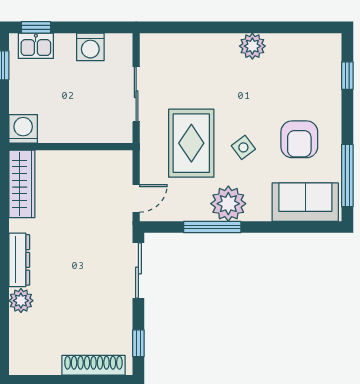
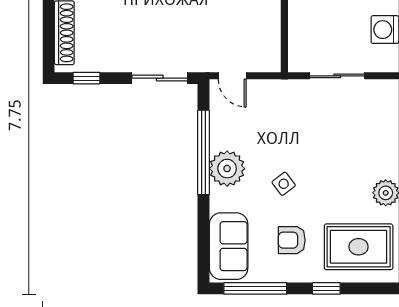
window: (347, 76) -> (326, 288), moved
armchair: (299, 139) -> (292, 240), width x0.72, depth x0.72
rug: (191, 143) -> (359, 247), moved
window: (212, 227) -> (204, 152), width x1.46

